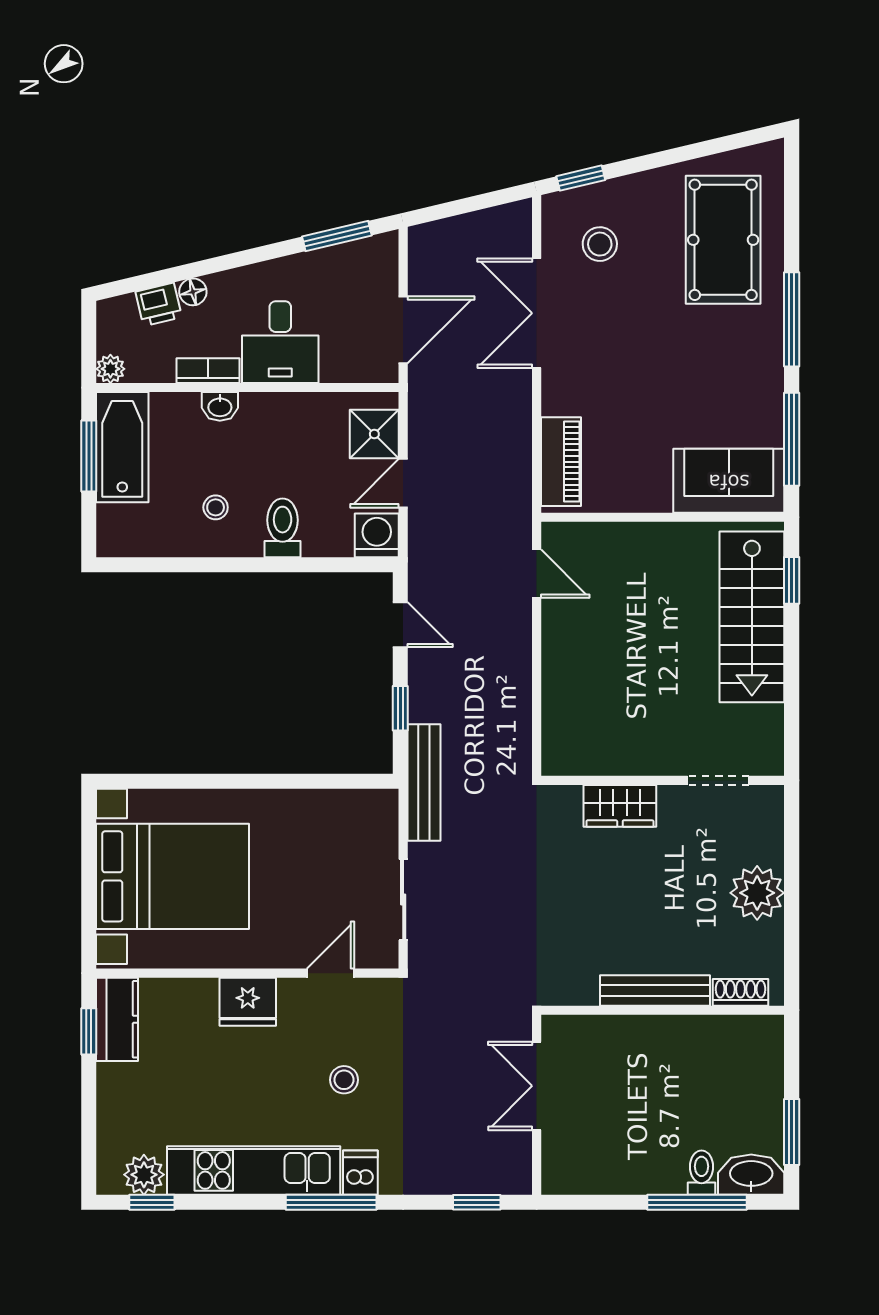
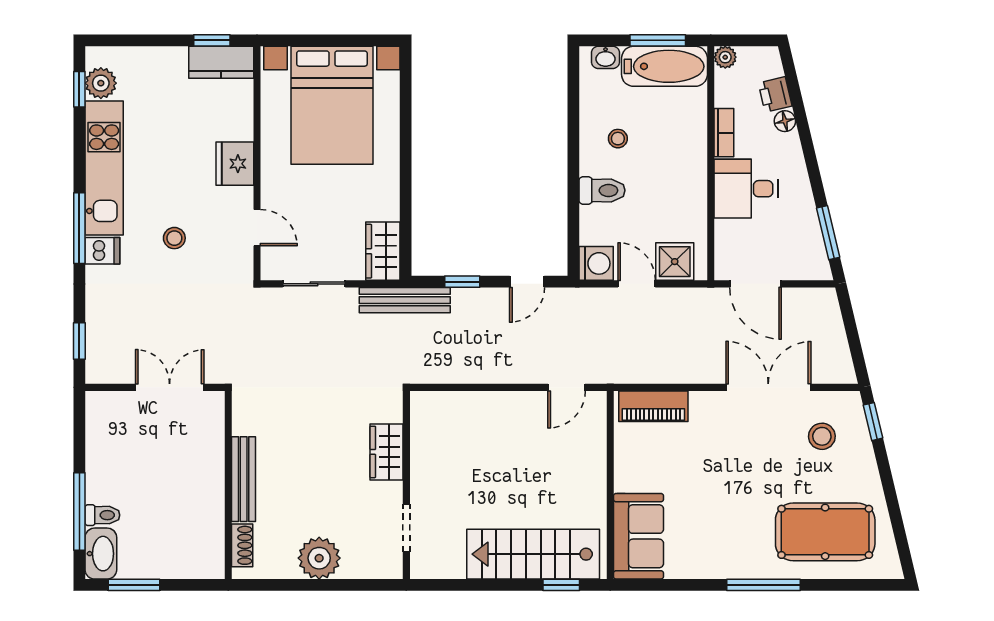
washbasin: (220, 406) -> (606, 57), moved, turned -90
window: (792, 439) -> (671, 585), removed
wardrobe: (361, 811) -> (383, 251), added

